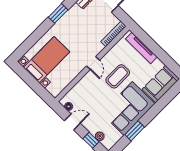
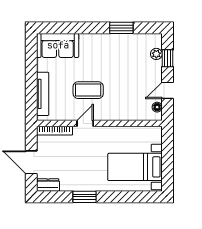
door: (93, 63) -> (85, 123), moved
corner sofa: (128, 108) -> (107, 53), removed
door: (72, 122) -> (168, 90), hinge flipped

